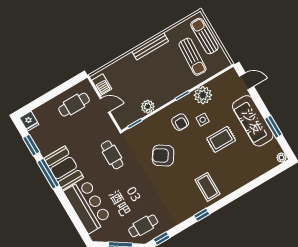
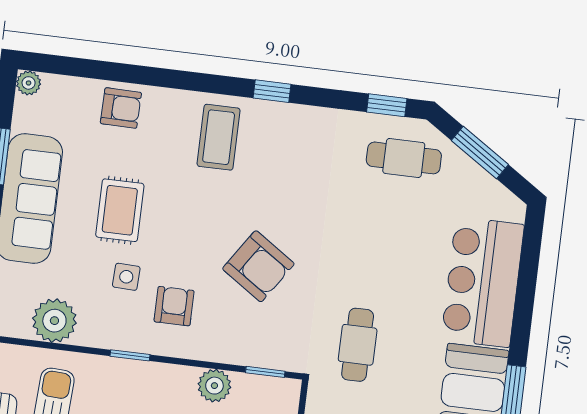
plant: (203, 95) -> (54, 321), moved
rug: (221, 139) -> (120, 210), turned 90
armchair: (246, 172) -> (121, 108), added

